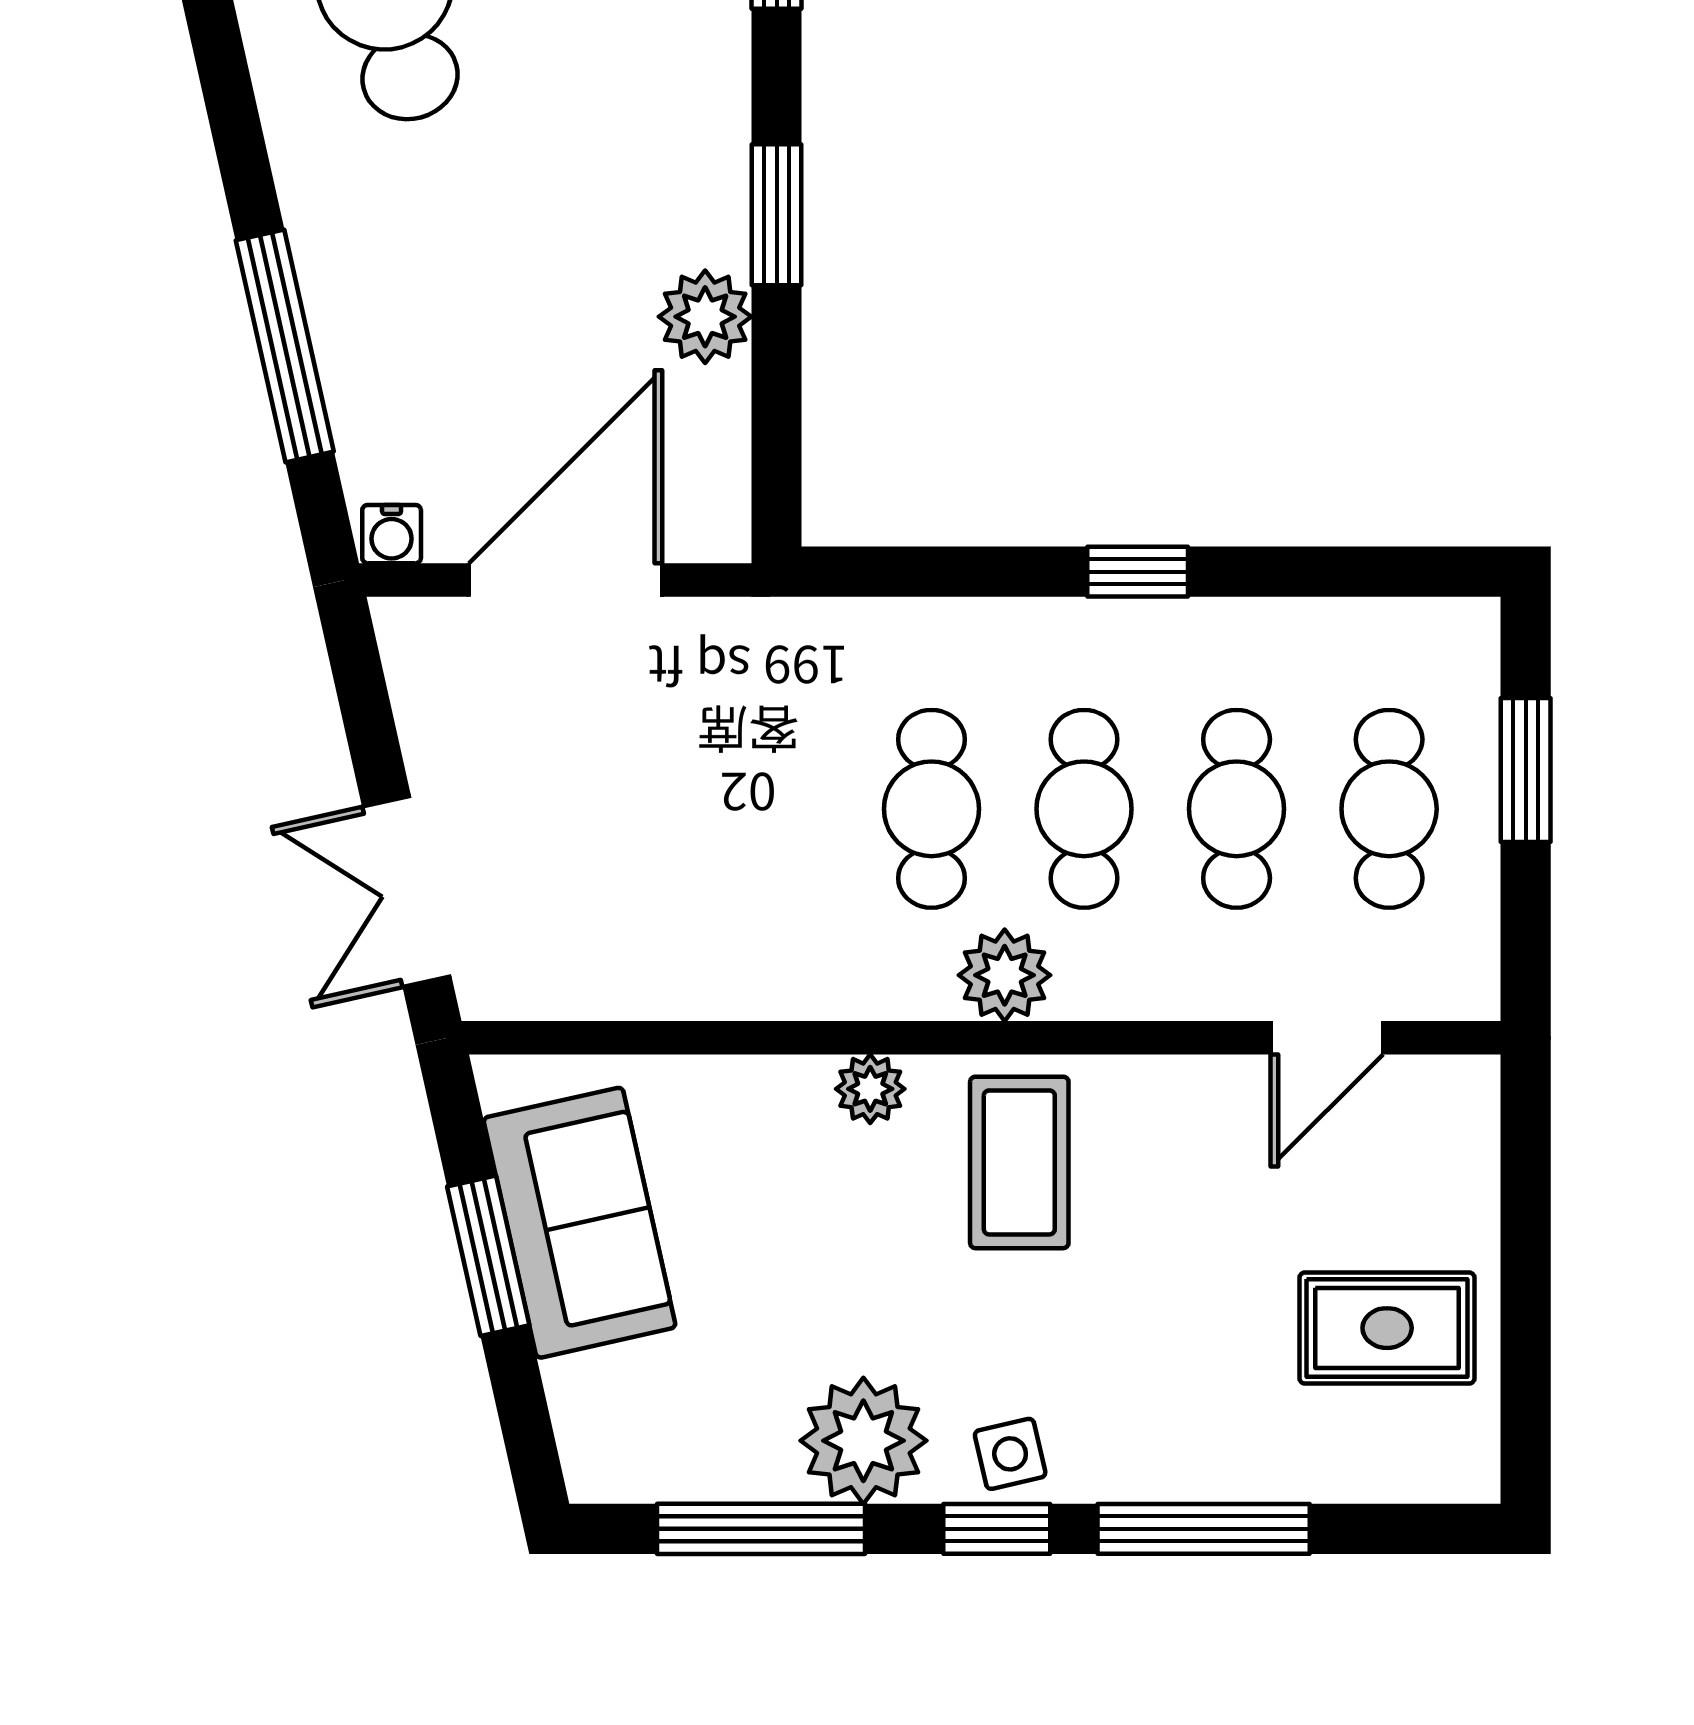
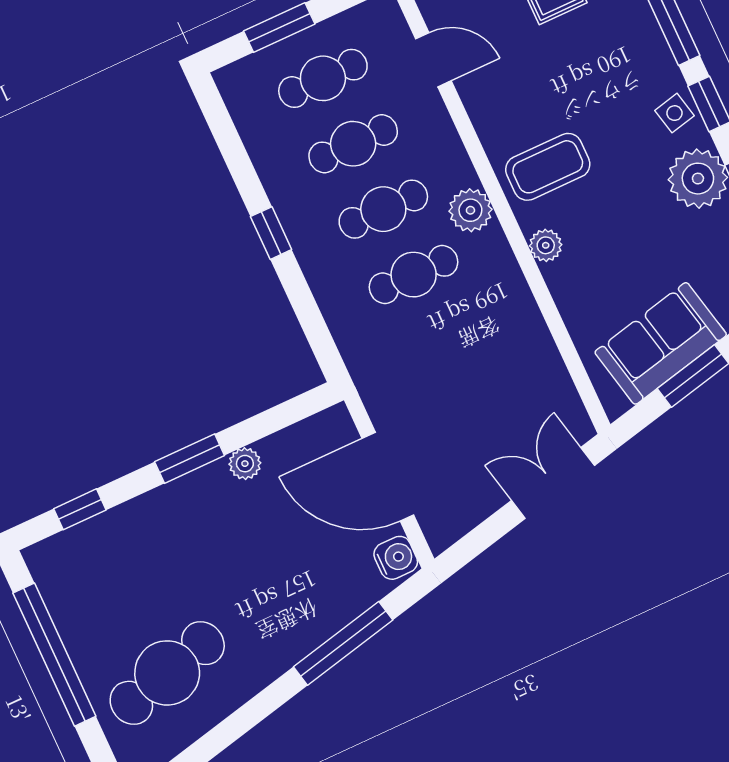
plant: (705, 317) -> (245, 464), width x0.73, depth x0.73
water cooler: (392, 534) -> (396, 558), width x1.38, depth x1.38
double door: (407, 891) -> (553, 483), swing flipped

